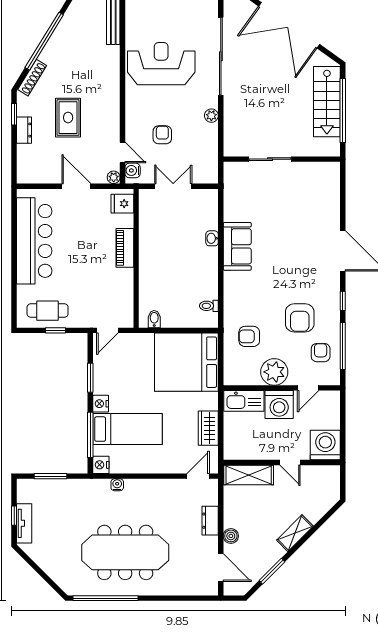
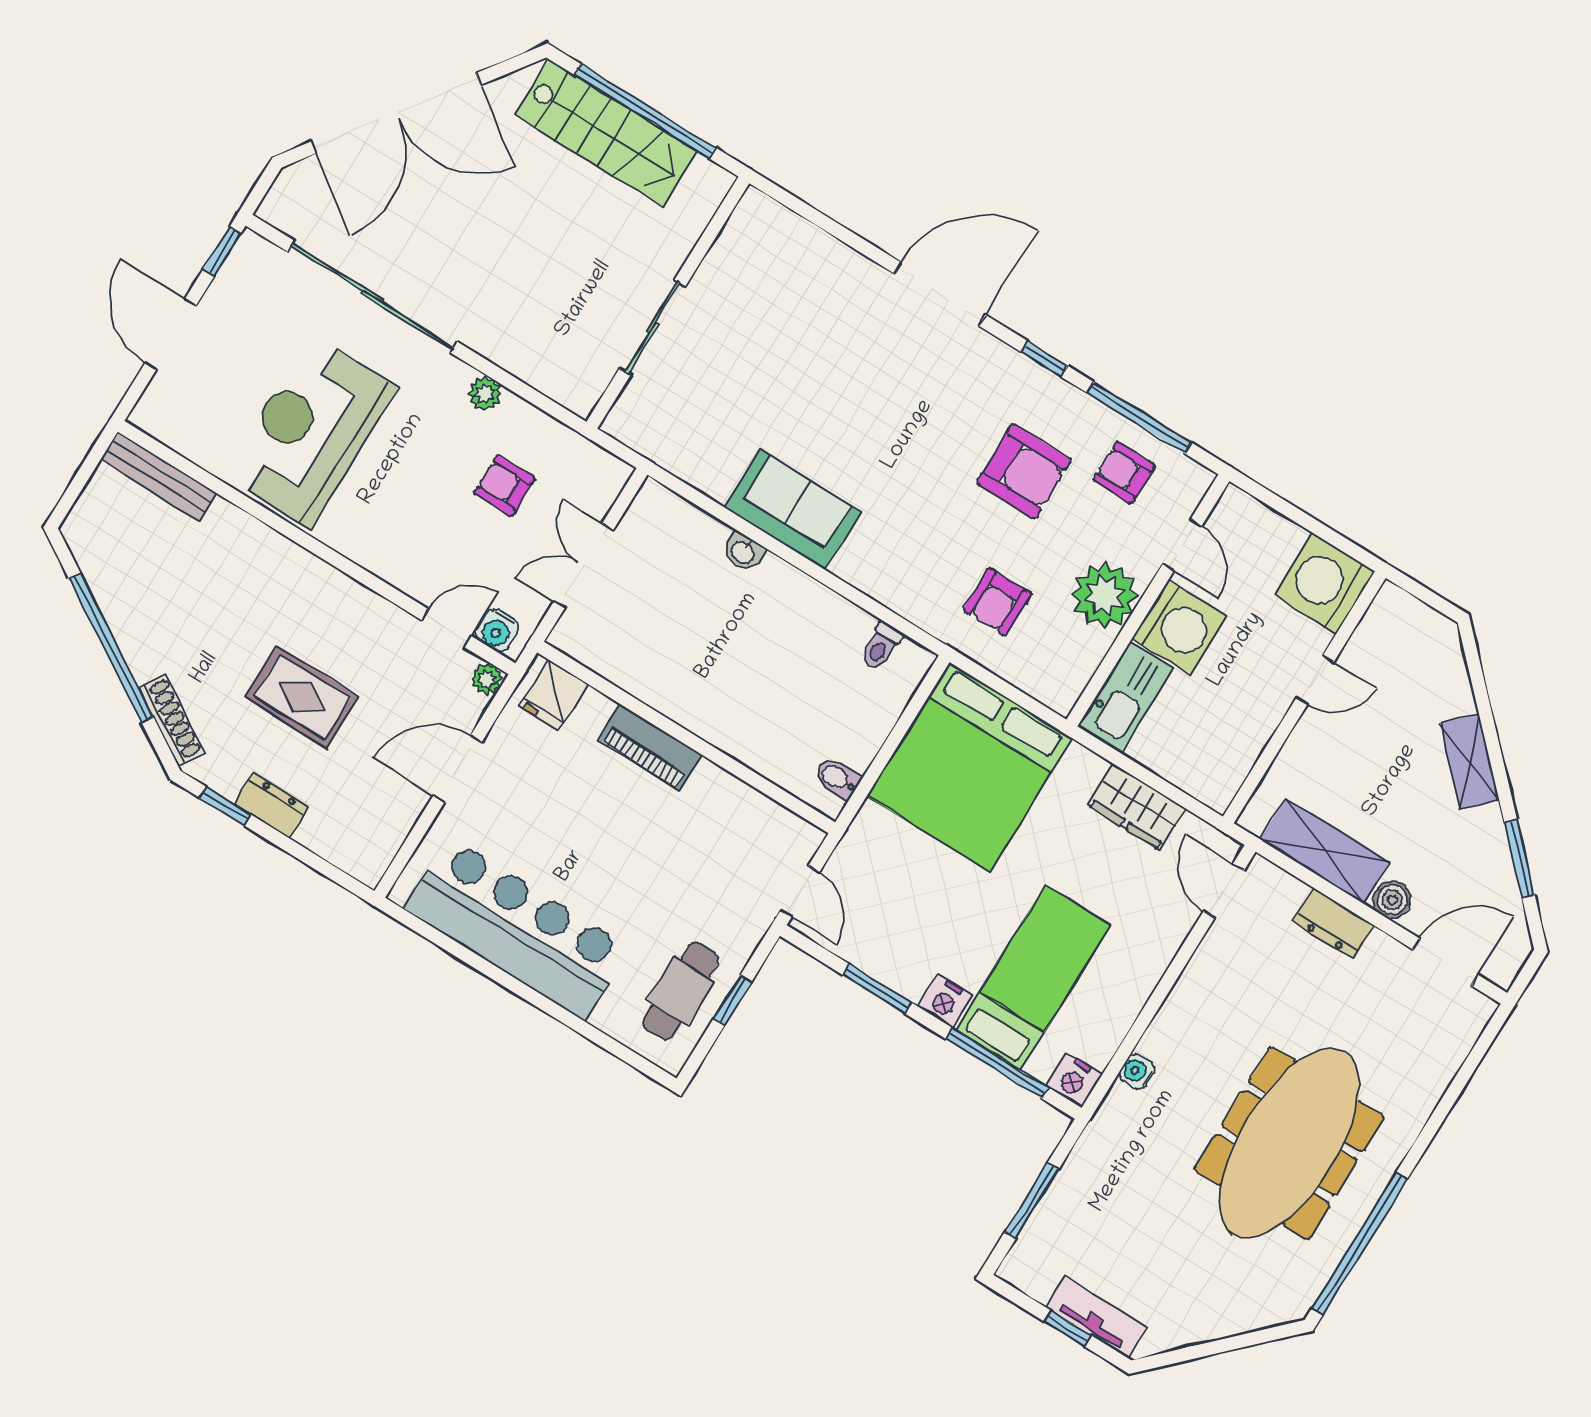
armchair: (162, 135) -> (505, 486), moved
shelving: (249, 475) -> (1325, 851), moved, turned 90

